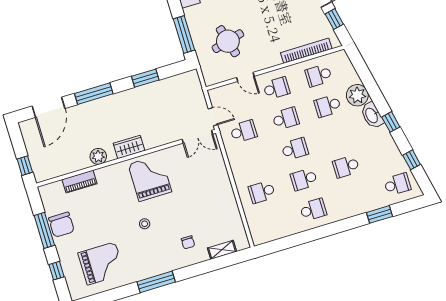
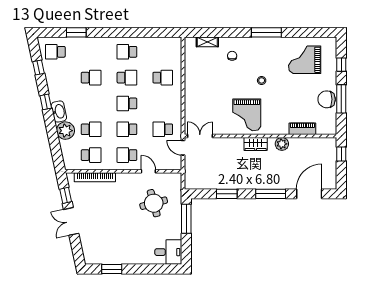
chair: (61, 225) -> (327, 99), turned -90

